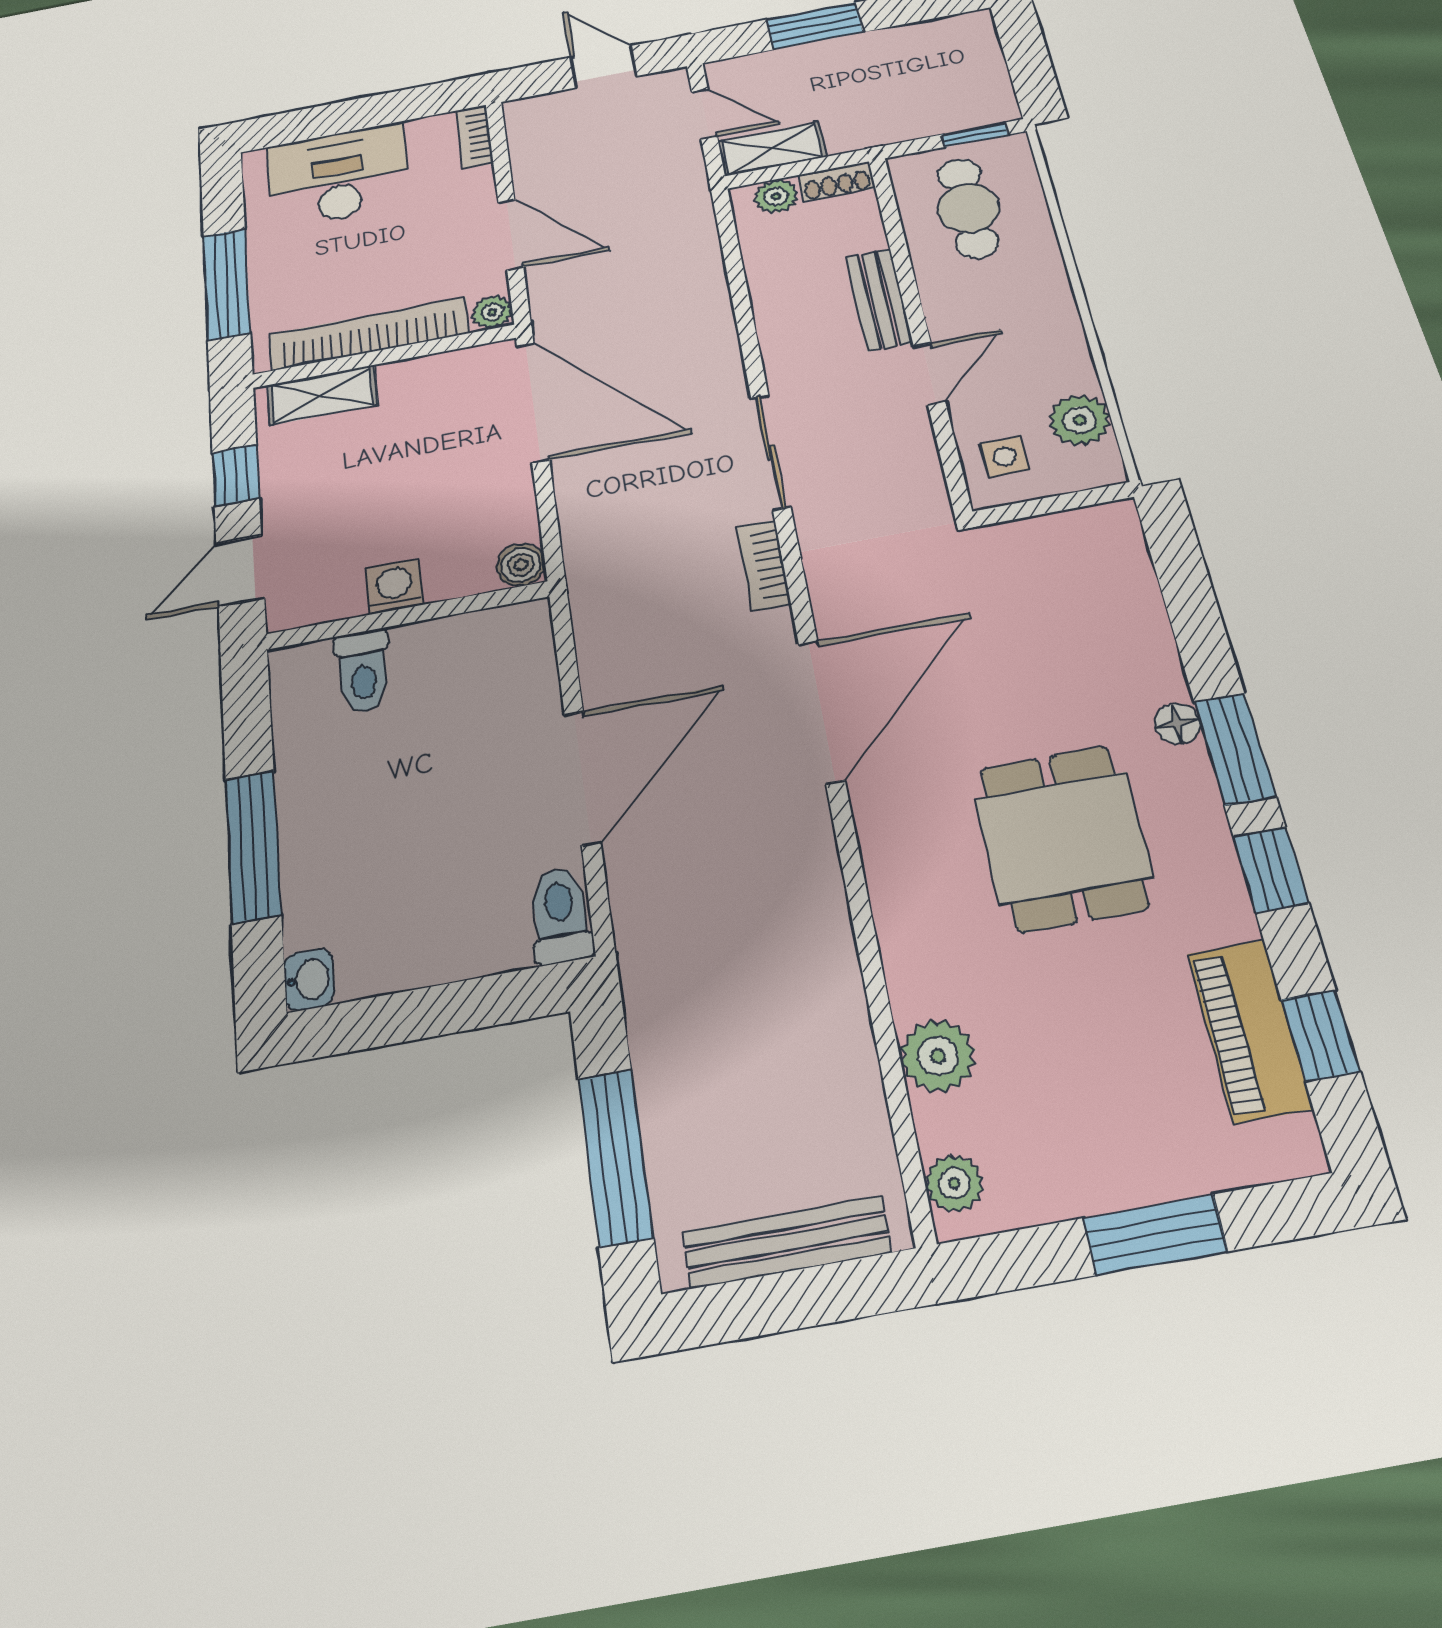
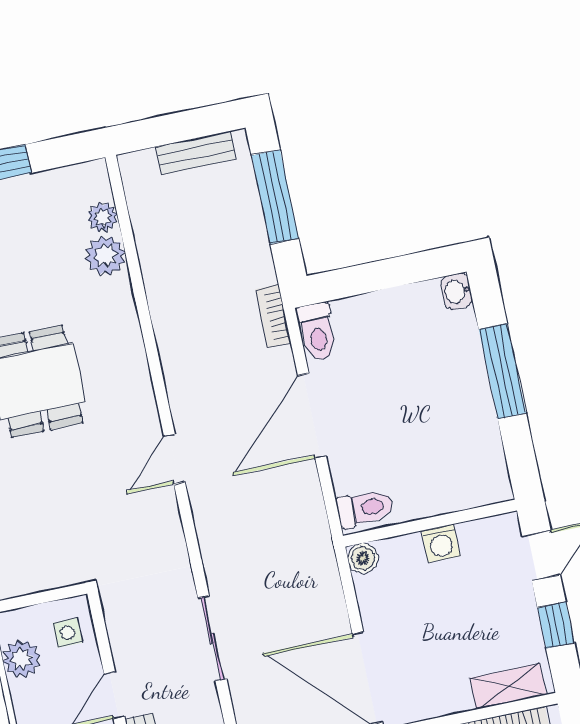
bookcase: (764, 565) -> (273, 316), moved, turned 180
toilet: (363, 671) -> (365, 508), moved, turned 90
door: (822, 711) -> (174, 459), width x0.53
plant: (954, 1183) -> (103, 217), moved
bench: (787, 1242) -> (196, 153), width x0.73

